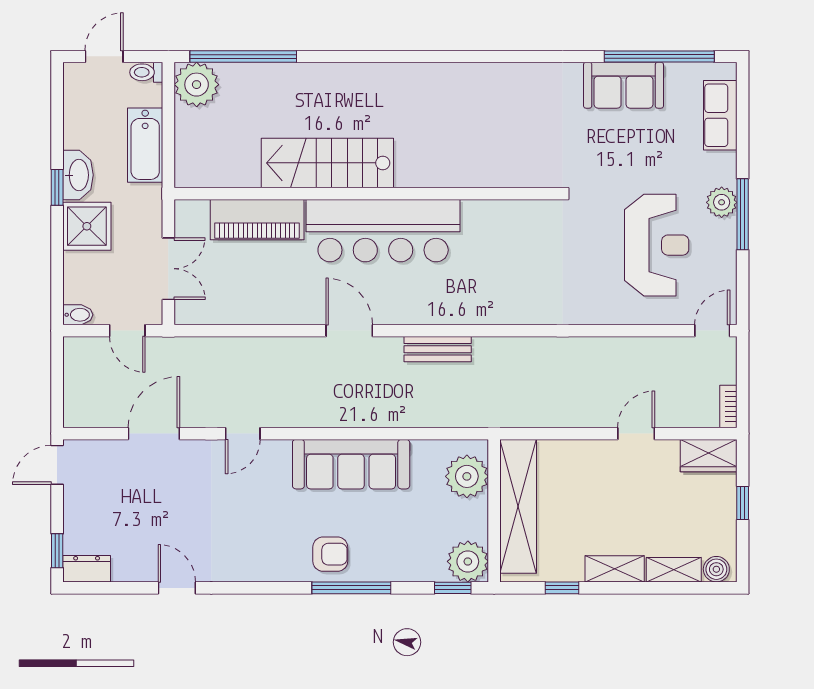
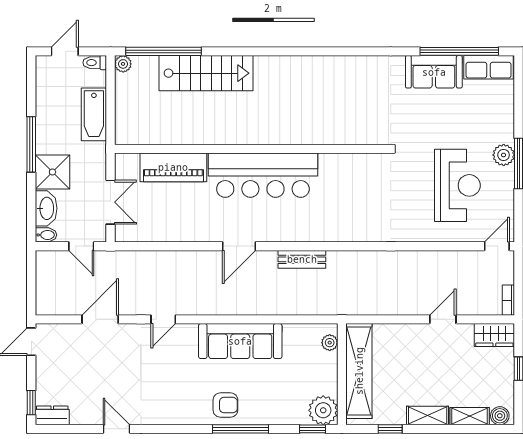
plant: (197, 85) -> (123, 64), width x0.53, depth x0.53
row of seats: (720, 115) -> (489, 67), moved, turned -90
stairs: (327, 163) -> (206, 73), moved, turned 180
washbasin: (78, 175) -> (46, 208), moved
window: (57, 187) -> (31, 144), width x2.17
door: (349, 331) -> (239, 246), swing flipped
plant: (467, 476) -> (330, 343), width x0.53, depth x0.53

